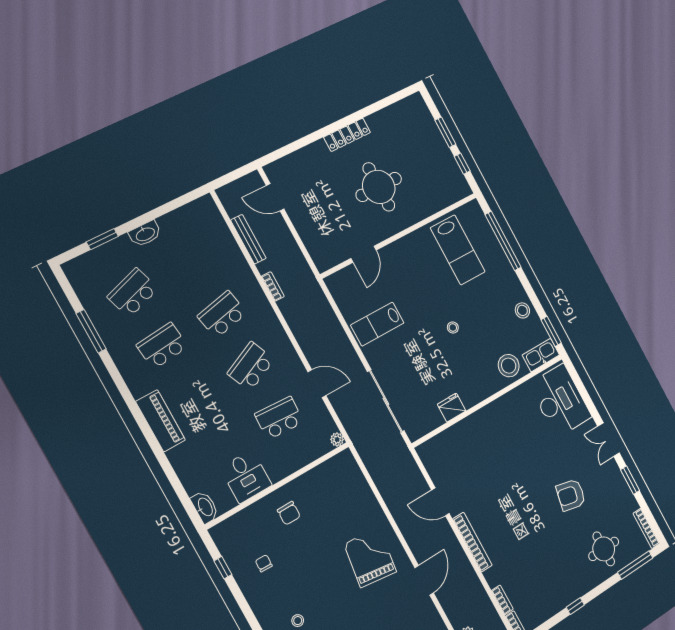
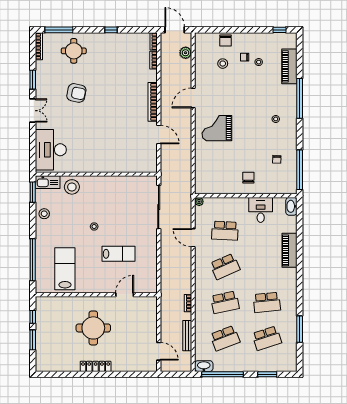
window: (168, 207) -> (223, 374), added
washbasin: (145, 234) -> (204, 366), moved
school desk: (193, 262) -> (225, 338), added
lab bench: (377, 324) -> (118, 254), moved
fridge: (452, 408) -> (121, 182), removed
piano: (161, 421) -> (290, 250), moved
grand piano: (370, 558) -> (217, 128), turned 82
window: (223, 568) -> (300, 170), width x3.17

